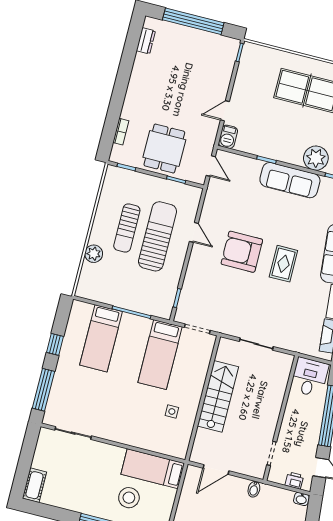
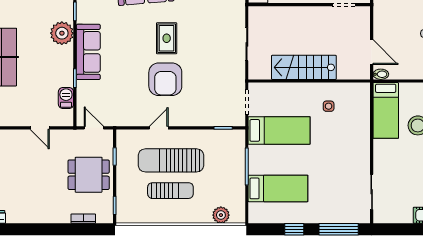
barbecue: (228, 137) -> (66, 98), moved, turned -90
door: (211, 166) -> (94, 128), hinge flipped
plant: (94, 254) -> (221, 215), moved
rug: (283, 264) -> (167, 38), turned 90
bidet: (254, 489) -> (381, 74), moved

